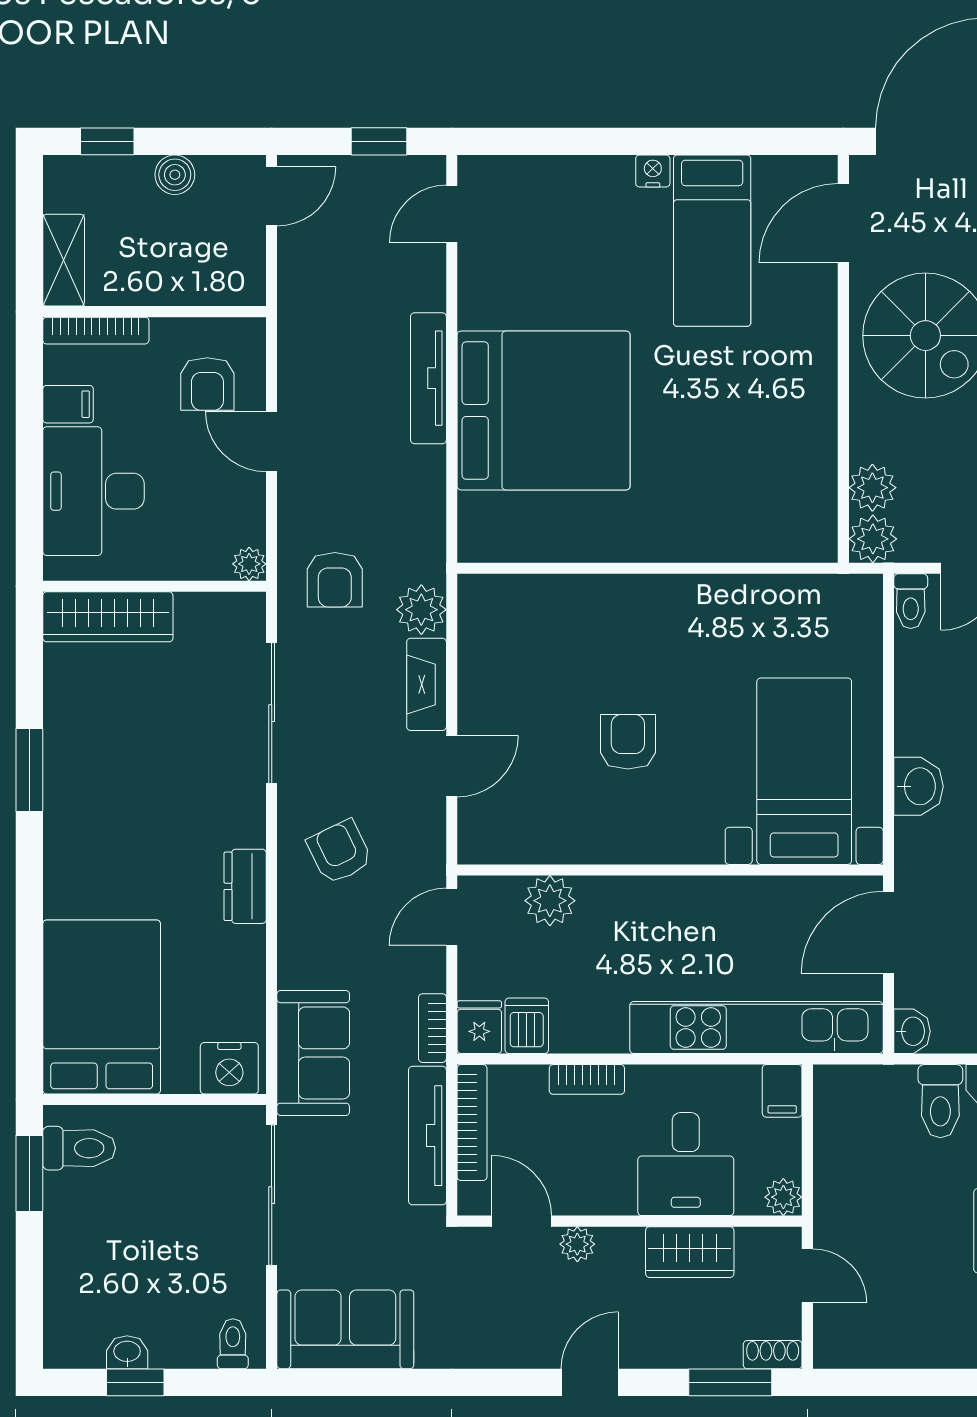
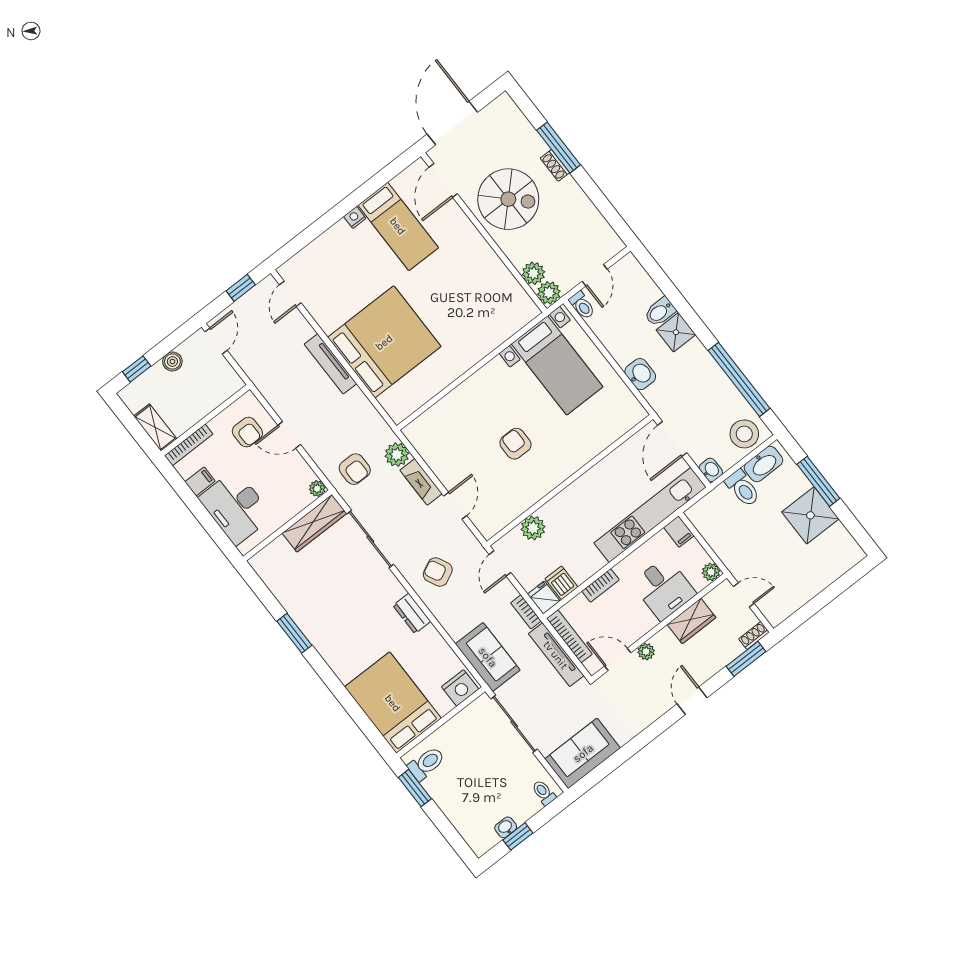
wardrobe: (108, 617) -> (315, 523), moved
bed with nightstands: (804, 771) -> (557, 365), moved, turned 180

